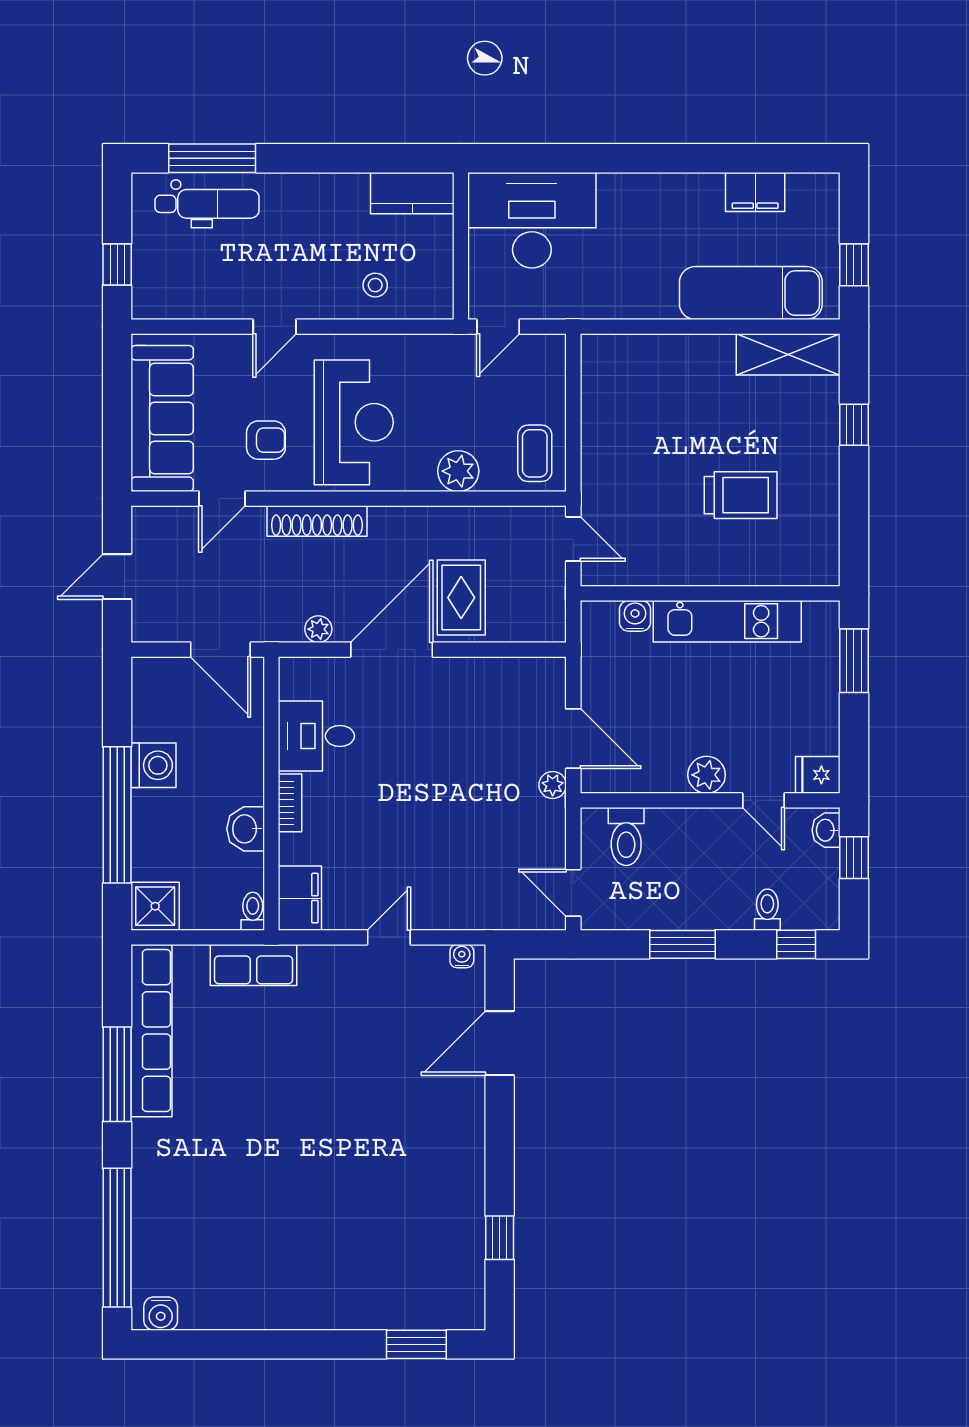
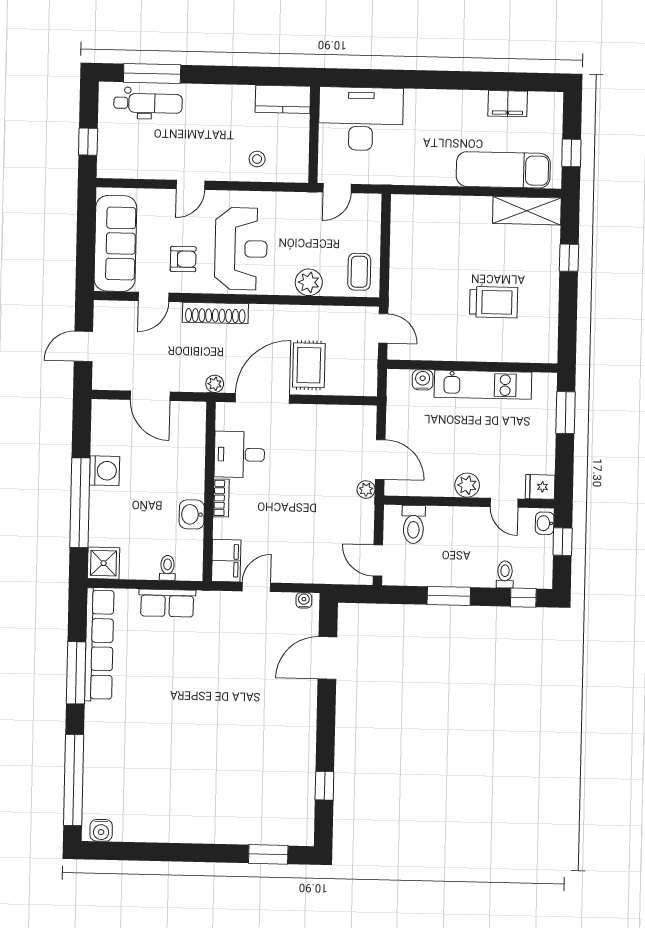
desk: (316, 736) -> (239, 455), moved
wall: (271, 793) -> (209, 492), moved
bookcase: (290, 803) -> (221, 498), moved
washbasin: (246, 829) -> (192, 514), moved
filing cabinet: (300, 898) -> (226, 561), moved

